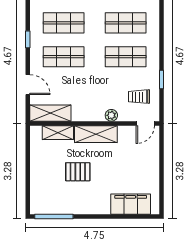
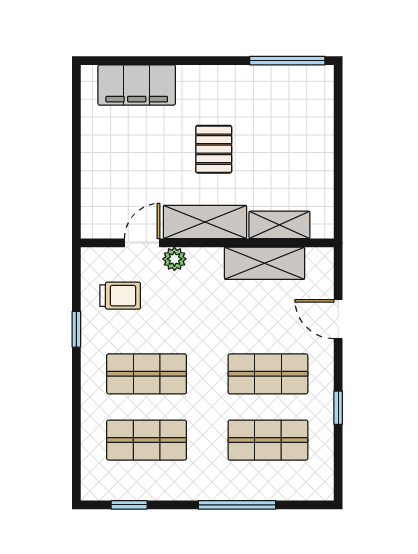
shelving: (50, 113) -> (265, 263), moved
door: (145, 123) -> (142, 243), moved
pallet: (78, 172) -> (214, 149), moved, turned 90

